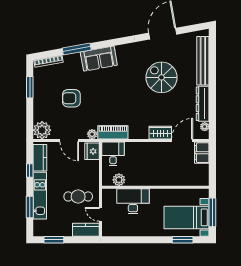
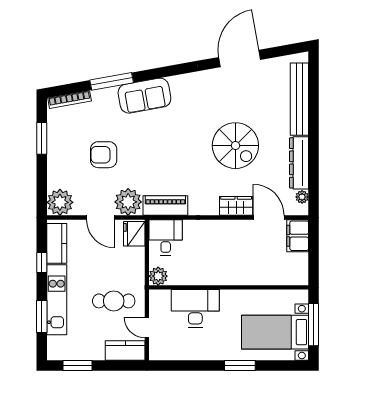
spiral stairs: (161, 77) -> (235, 146), moved, turned 180
plant: (92, 134) -> (128, 202), width x1.87, depth x1.87
door: (182, 140) -> (269, 218), hinge flipped
plant: (119, 180) -> (158, 276), moved
window: (183, 240) -> (240, 365), moved

